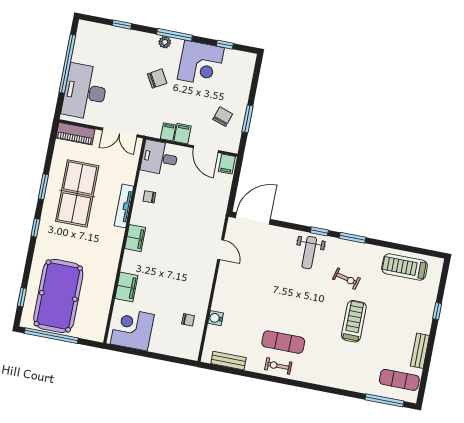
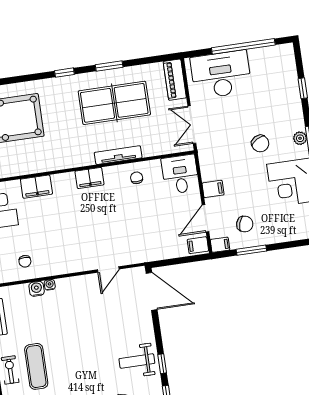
filing cabinet: (168, 132) -> (220, 245), moved
water cooler: (216, 305) -> (50, 285), added

